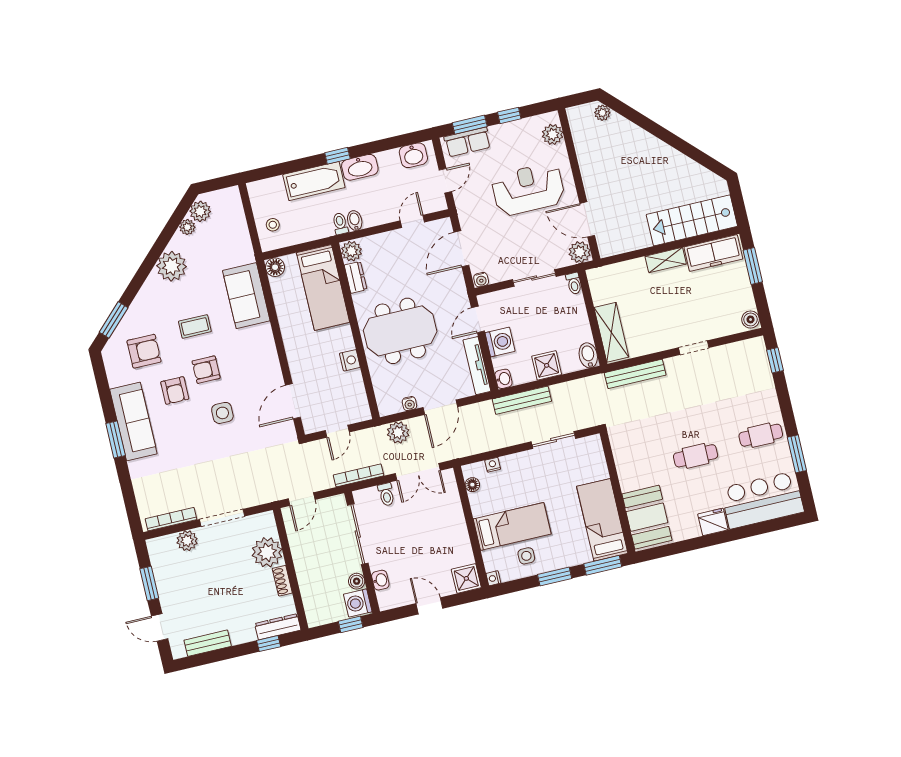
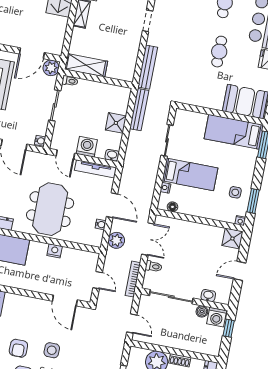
shelving: (611, 332) -> (86, 65), moved
bidet: (588, 355) -> (122, 93), removed
bench: (522, 400) -> (139, 110), moved
bed: (512, 526) -> (190, 174), moved, turned 90
window: (555, 577) -> (253, 201), moved

